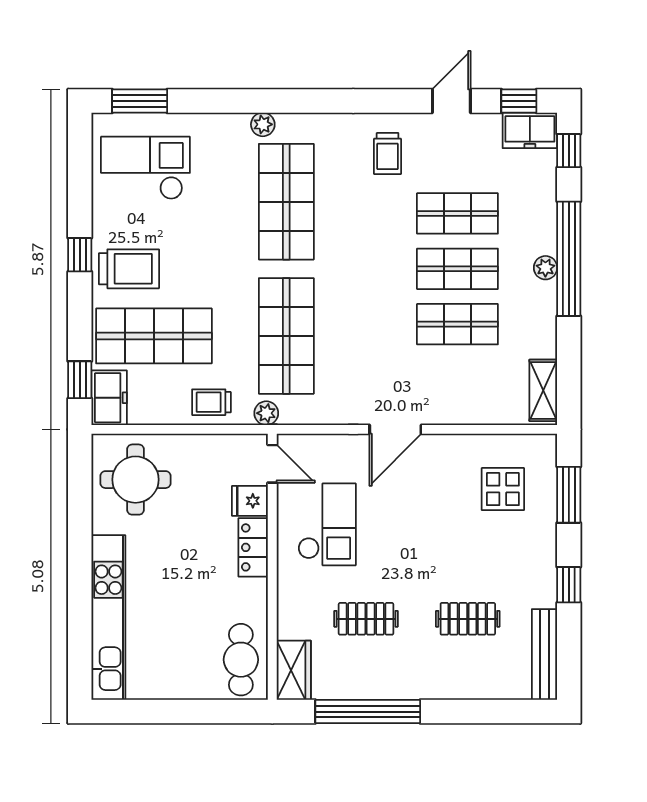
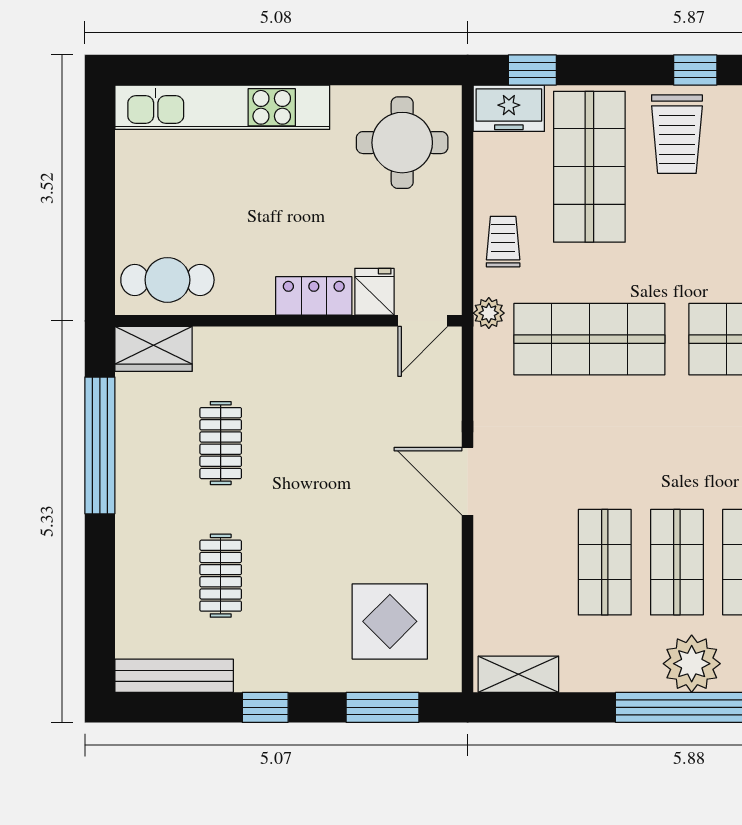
plant: (545, 268) -> (692, 664), width x1.88, depth x1.88
display table: (503, 489) -> (390, 621), width x1.36, depth x1.36
checkout: (327, 524) -> (344, 392), removed

